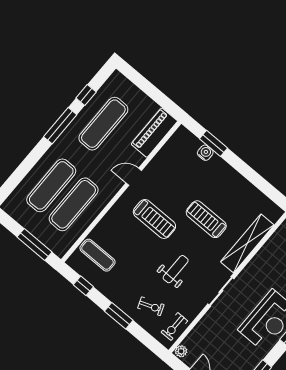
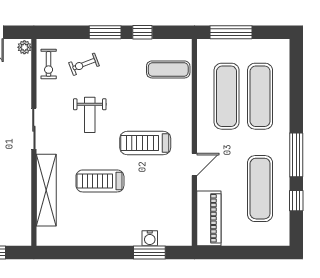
treadmill: (206, 219) -> (100, 181), turned 180
window: (83, 286) -> (142, 32), moved
exercise bike: (174, 326) -> (49, 64), turned 180

